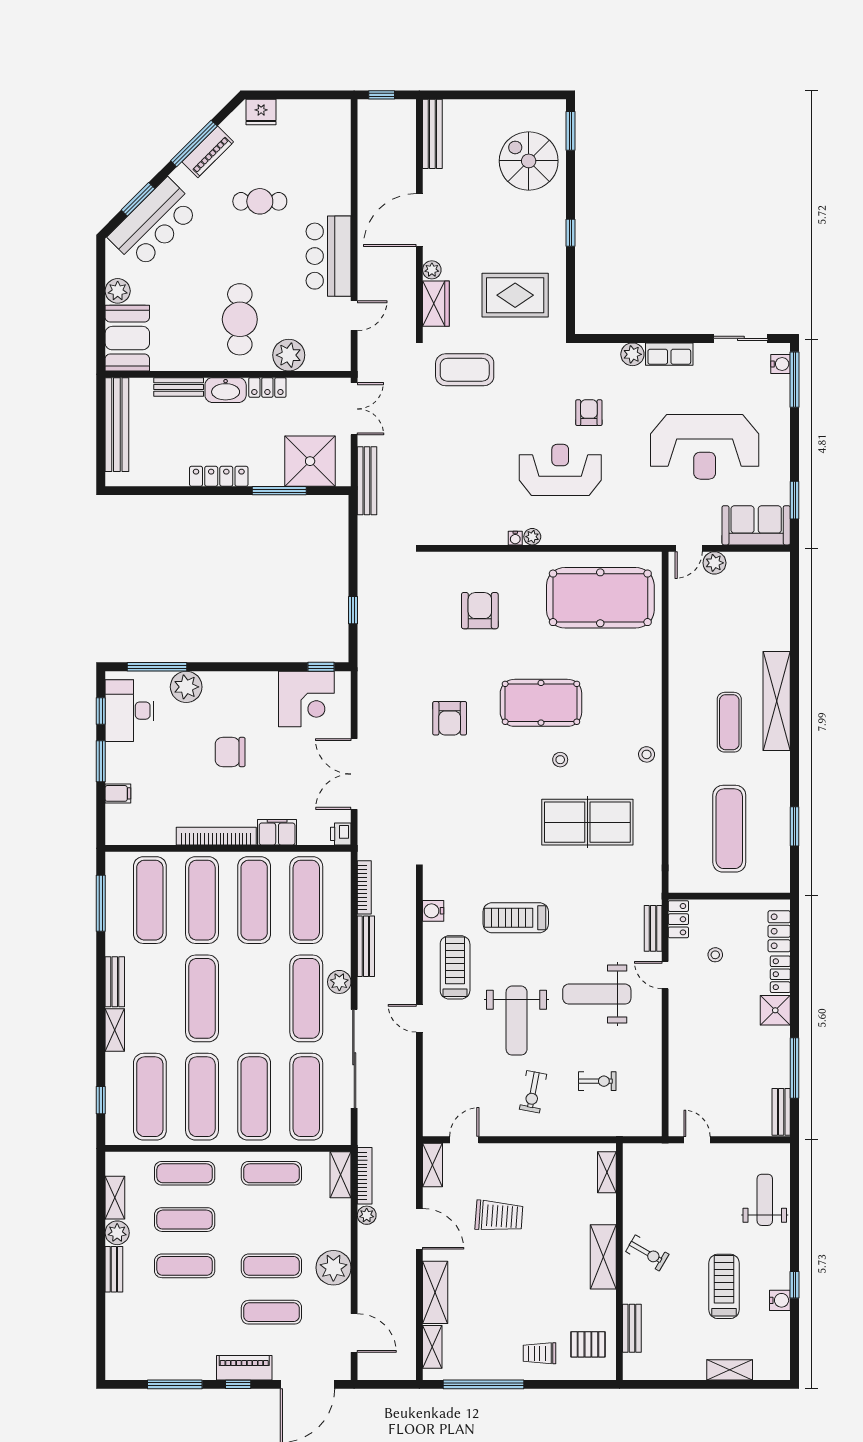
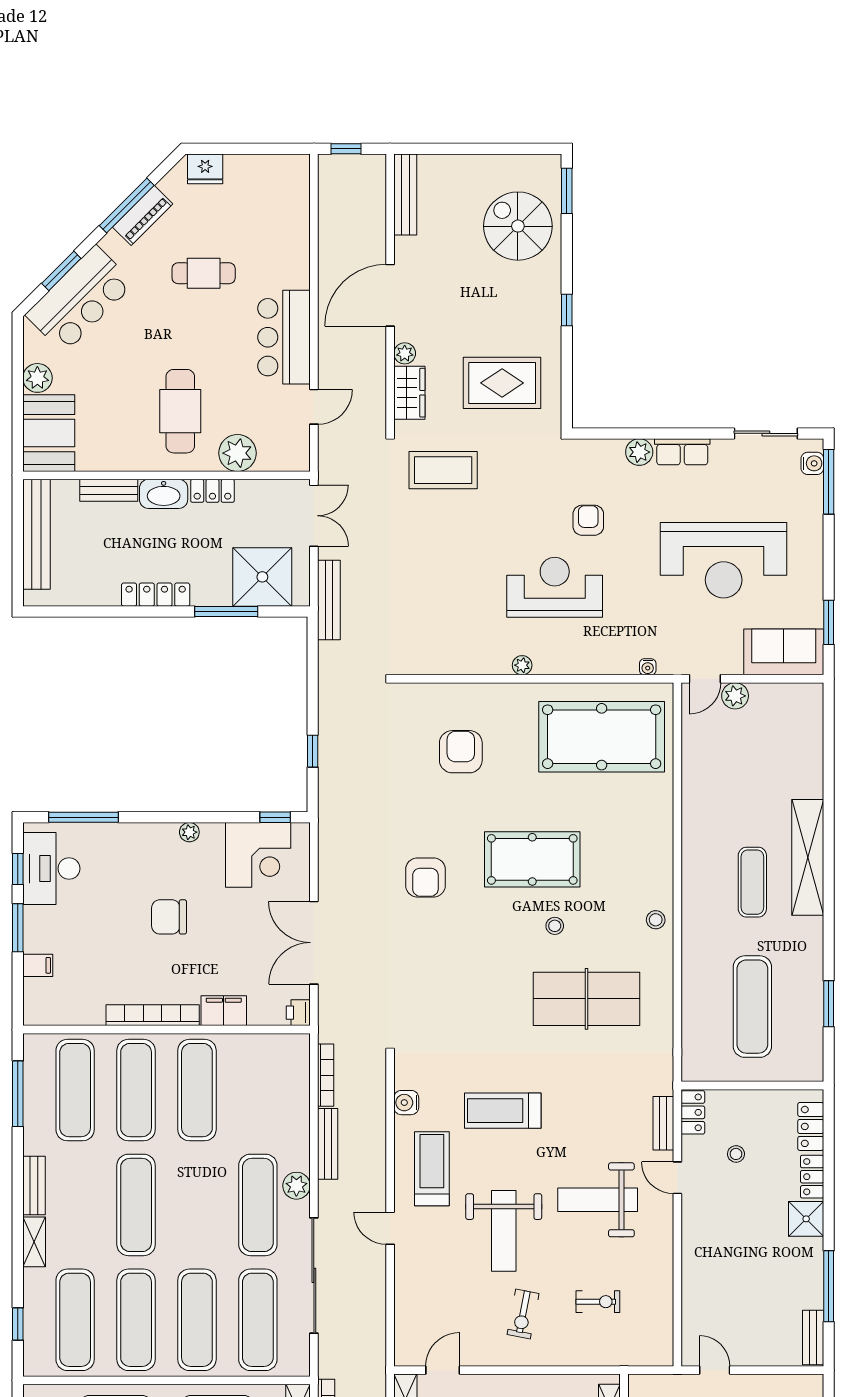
water cooler: (515, 538) -> (648, 667), moved
plant: (186, 687) -> (189, 832), moved, width x0.53, depth x0.53
exercise mat: (306, 900) -> (258, 1090), removed

